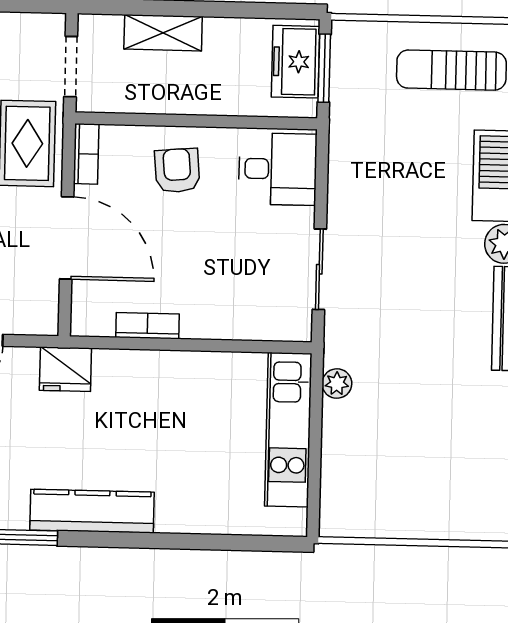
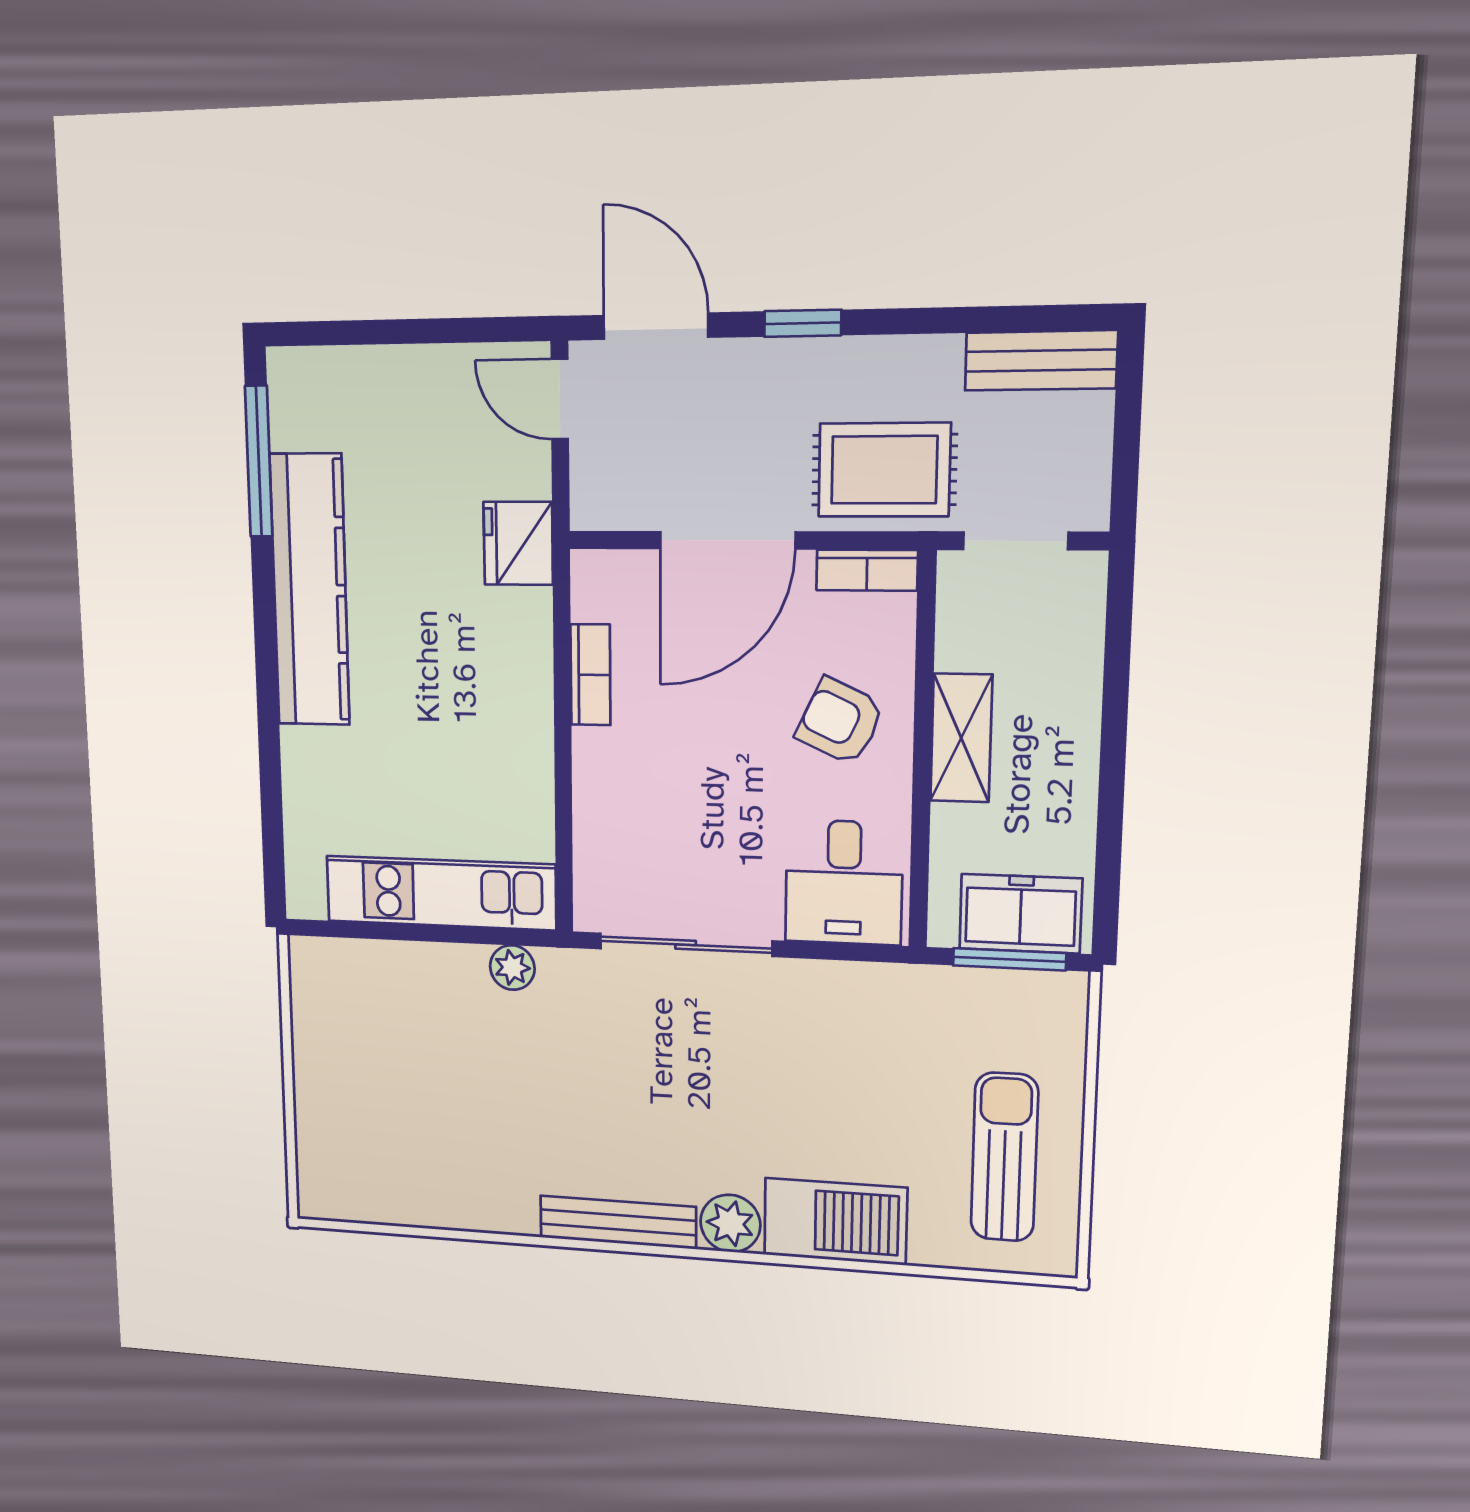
shelving: (163, 33) -> (961, 738), moved
armchair: (177, 171) -> (840, 721), turned -150
sliding door: (319, 269) -> (686, 945), width x1.37
kitchen counter: (92, 511) -> (310, 590), width x1.39, depth x1.17

